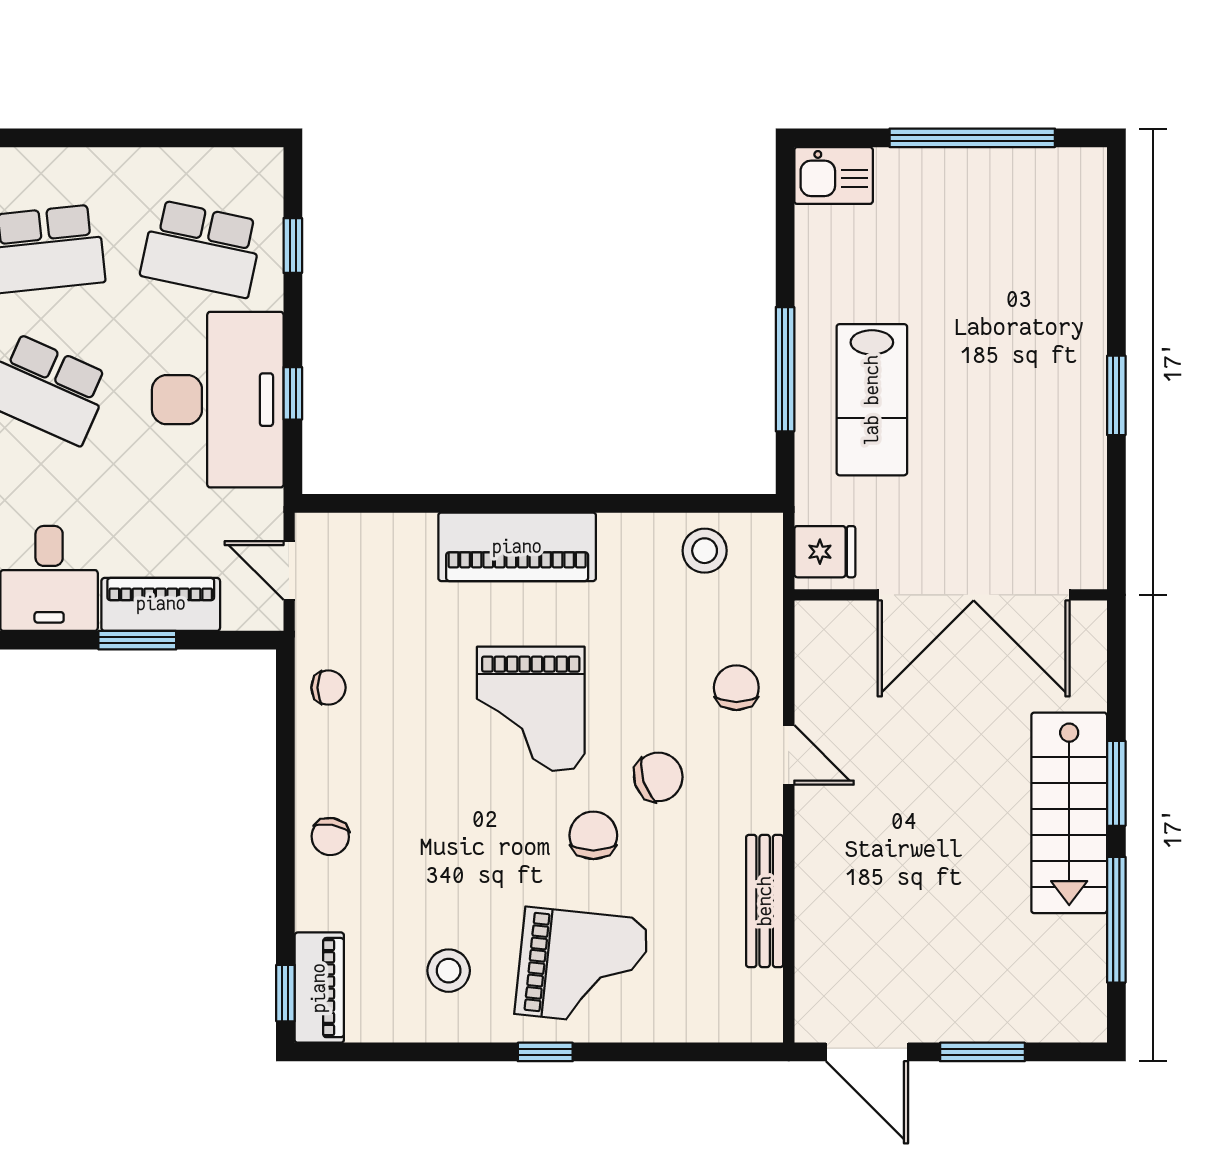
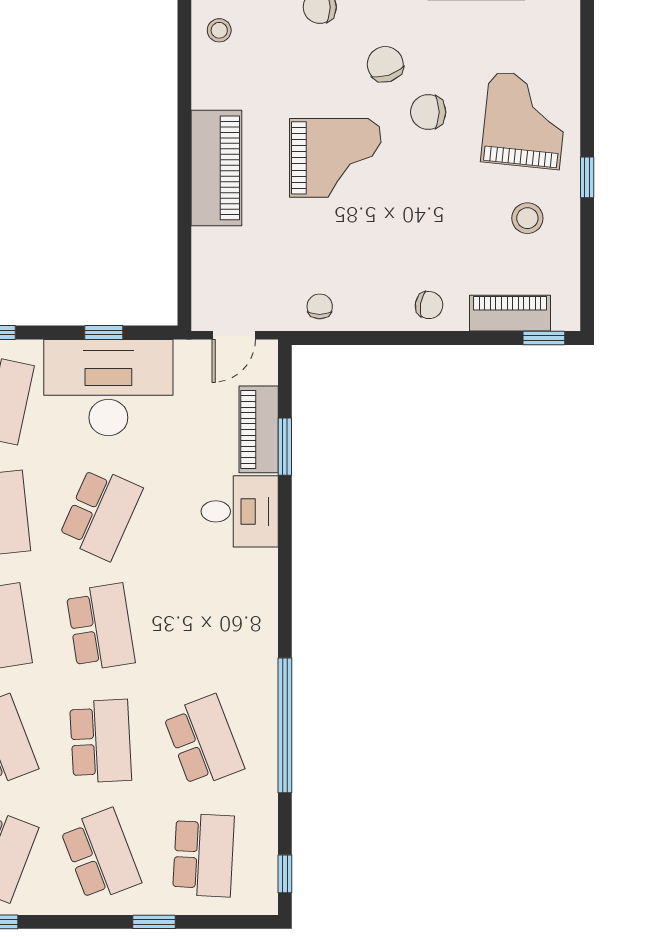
stool: (705, 551) -> (219, 30), width x0.73, depth x0.73
piano: (319, 988) -> (510, 313), moved
window: (545, 1052) -> (587, 177), moved

